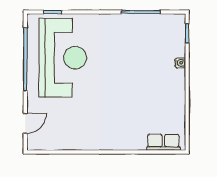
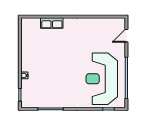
row of seats: (163, 142) -> (52, 23), moved

